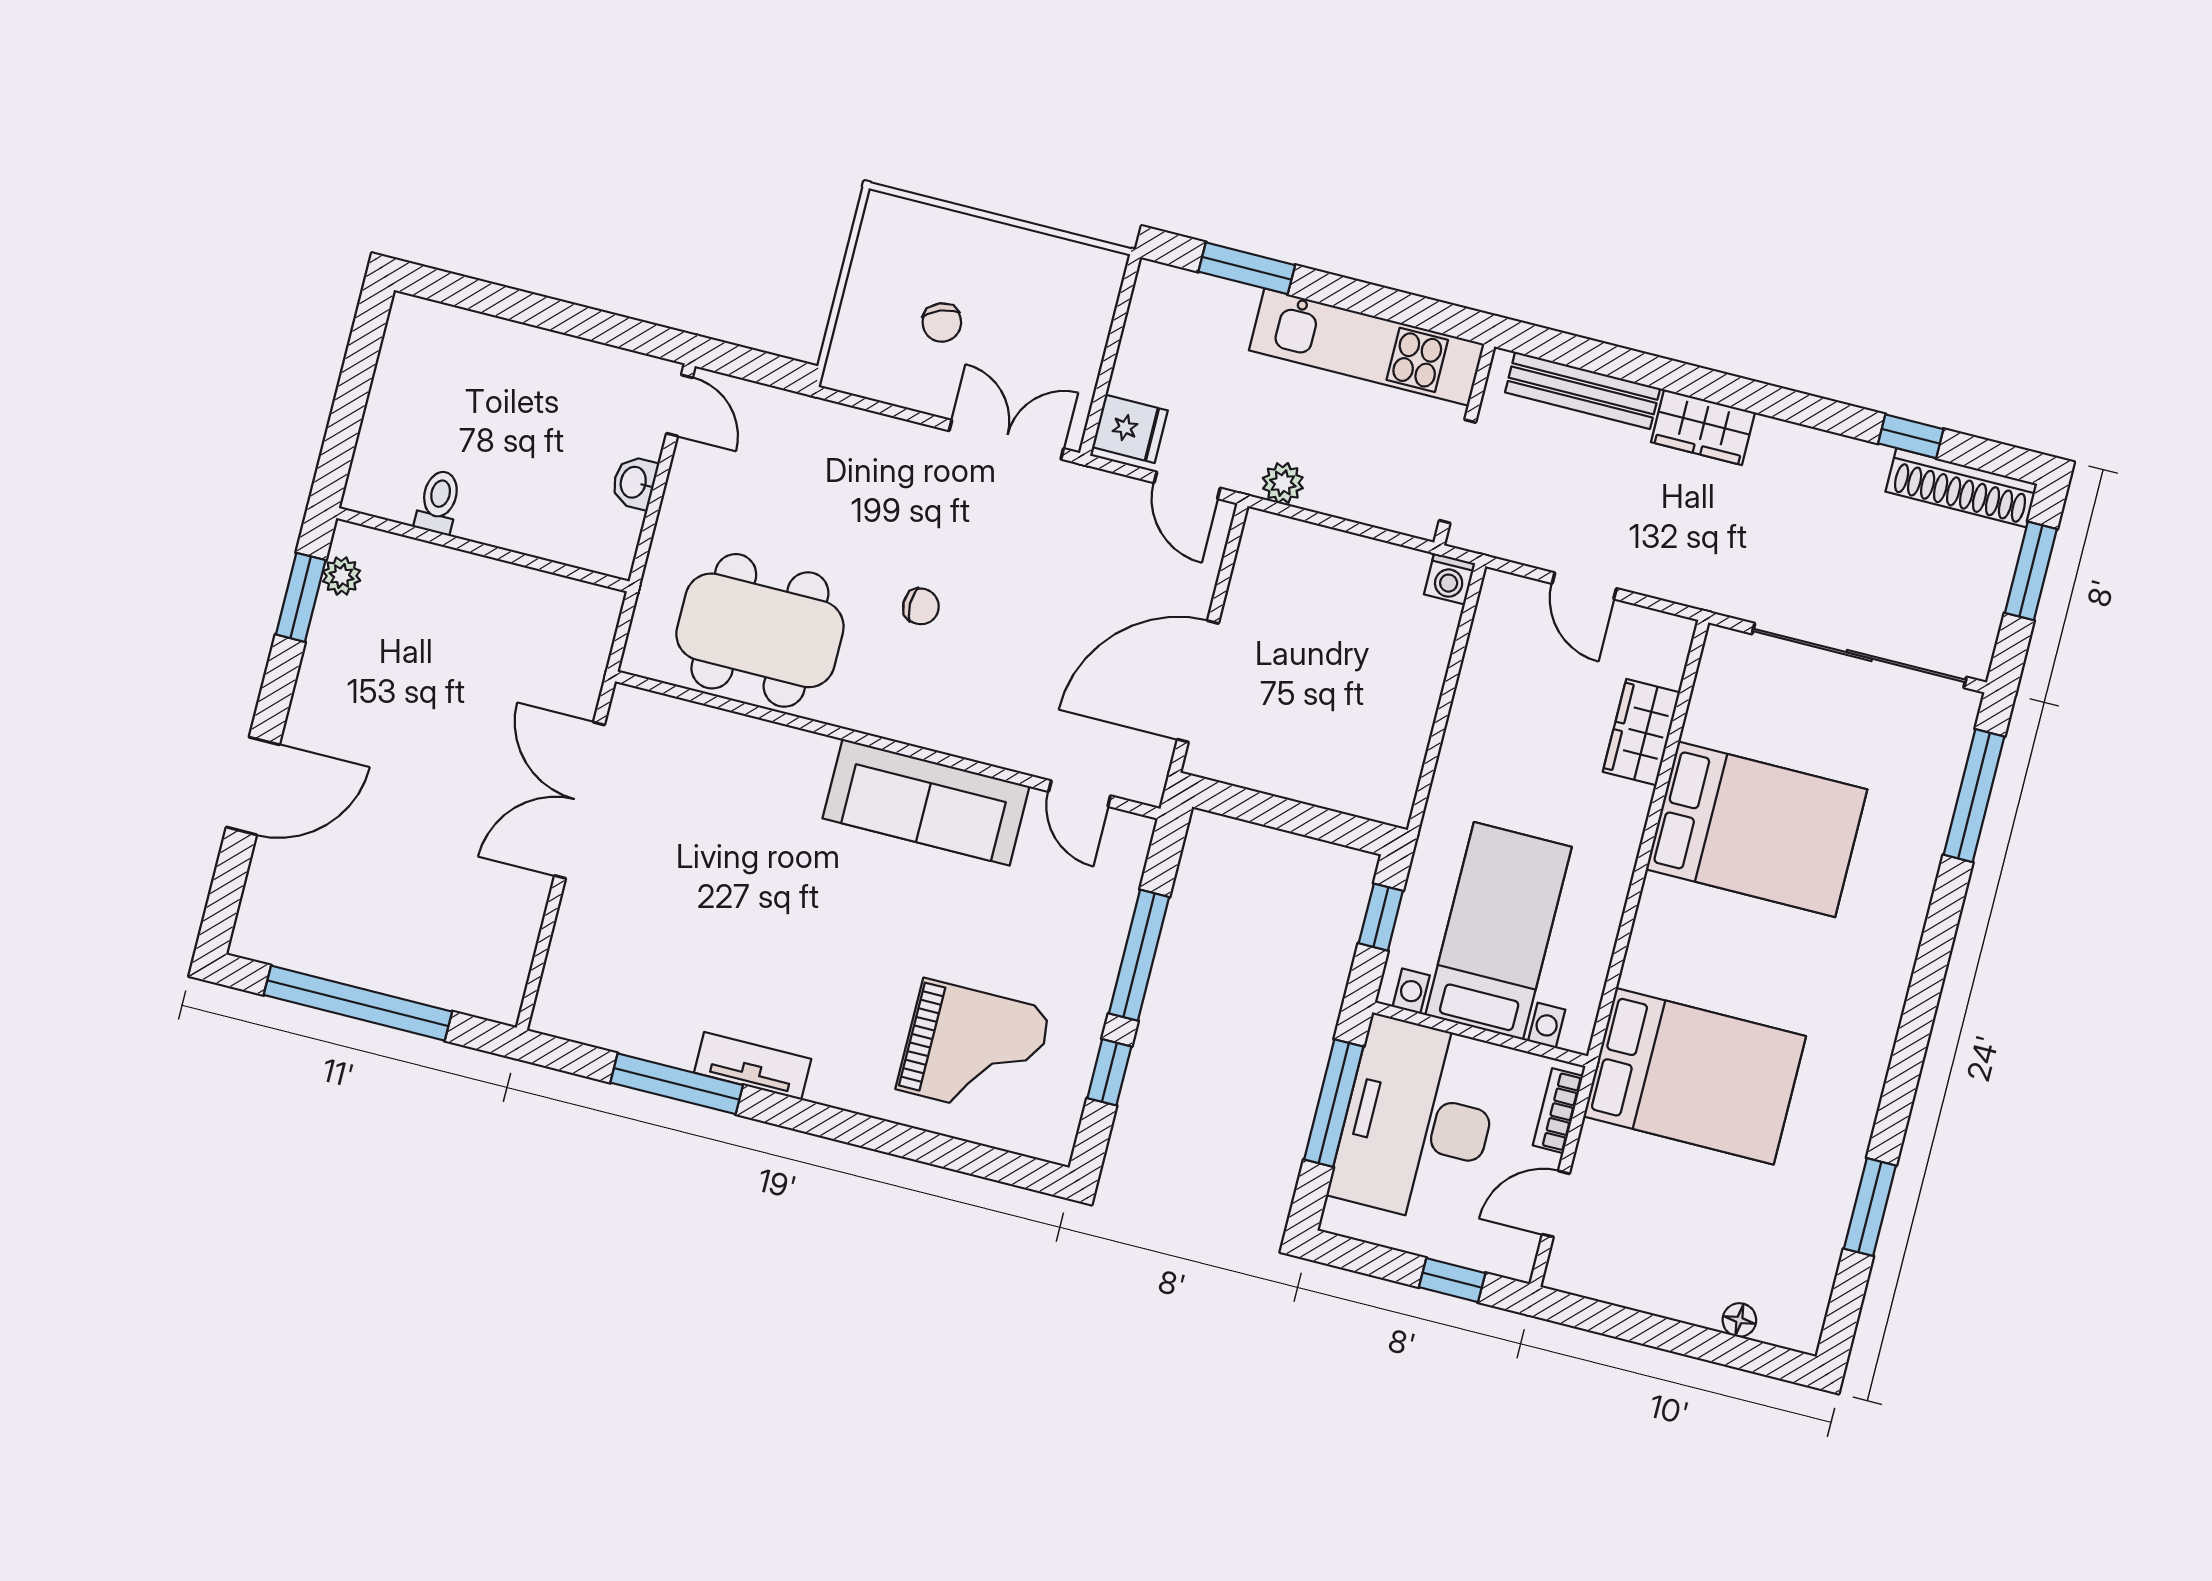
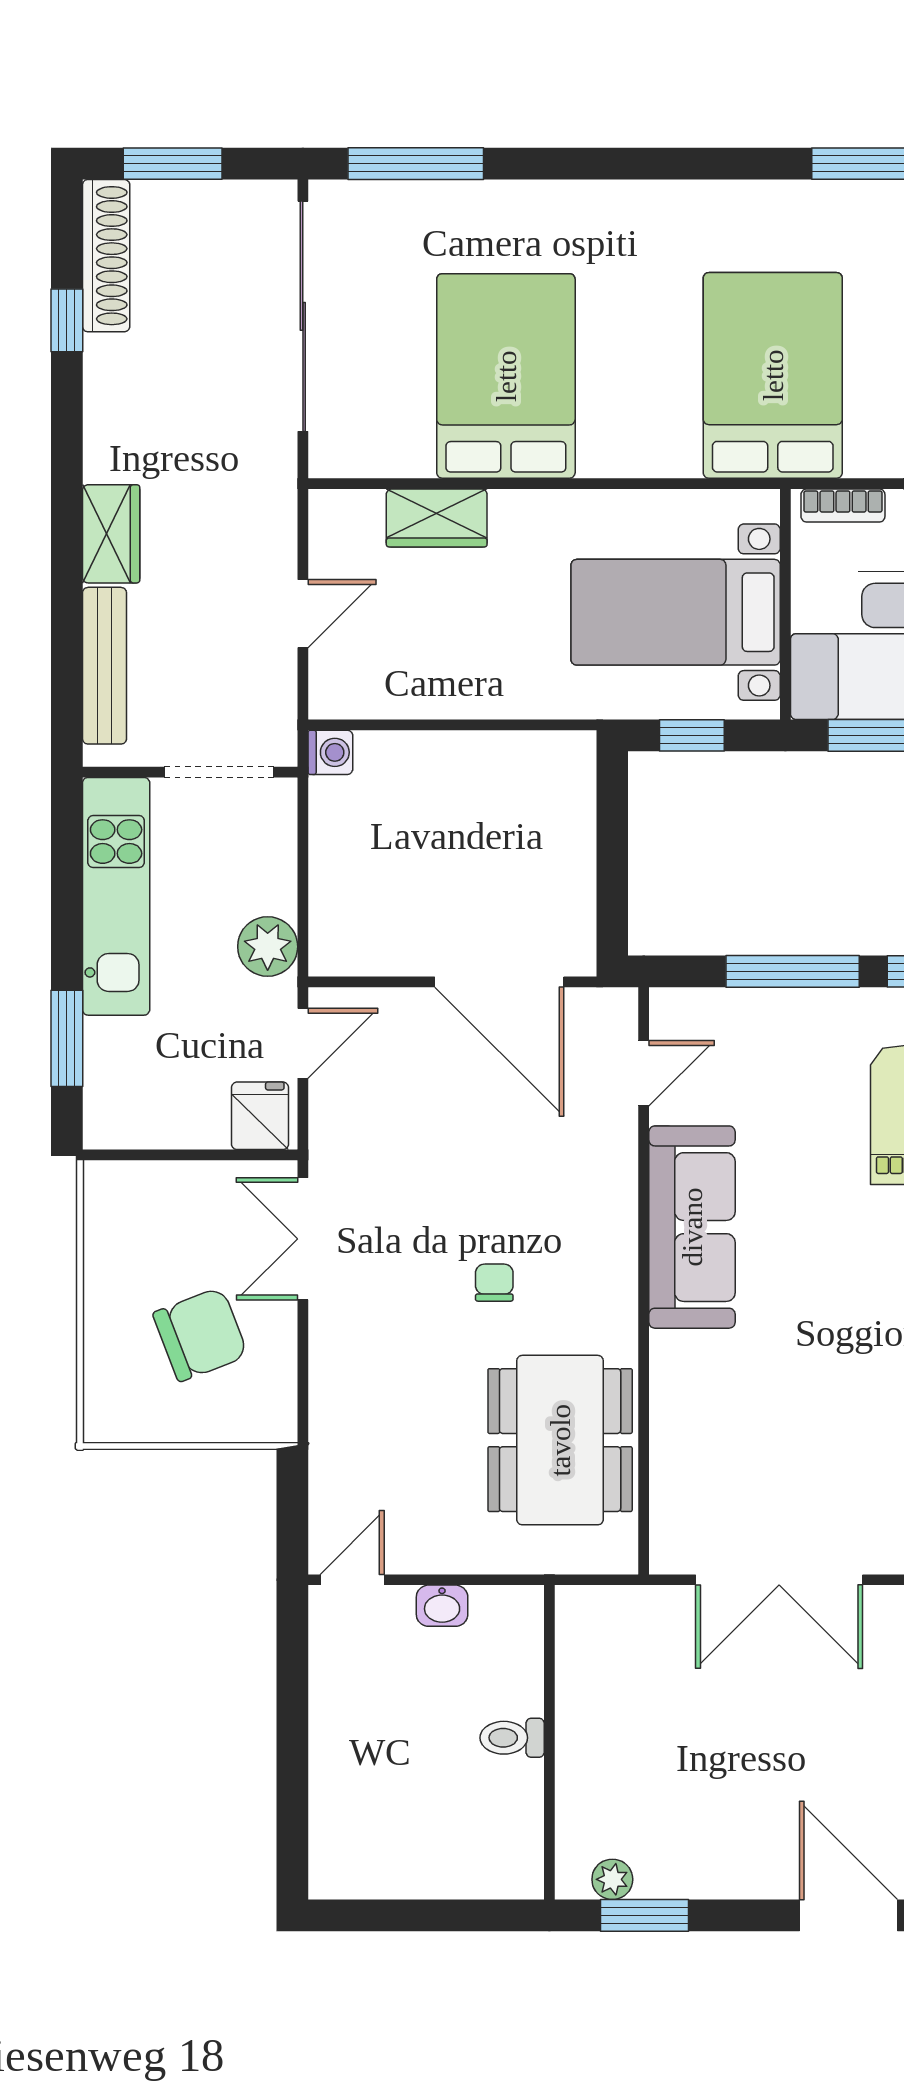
chair: (942, 323) -> (200, 1334), width x1.87, depth x1.87
plant: (1283, 483) -> (268, 947), width x1.38, depth x1.38
toilet: (438, 502) -> (512, 1738), moved

